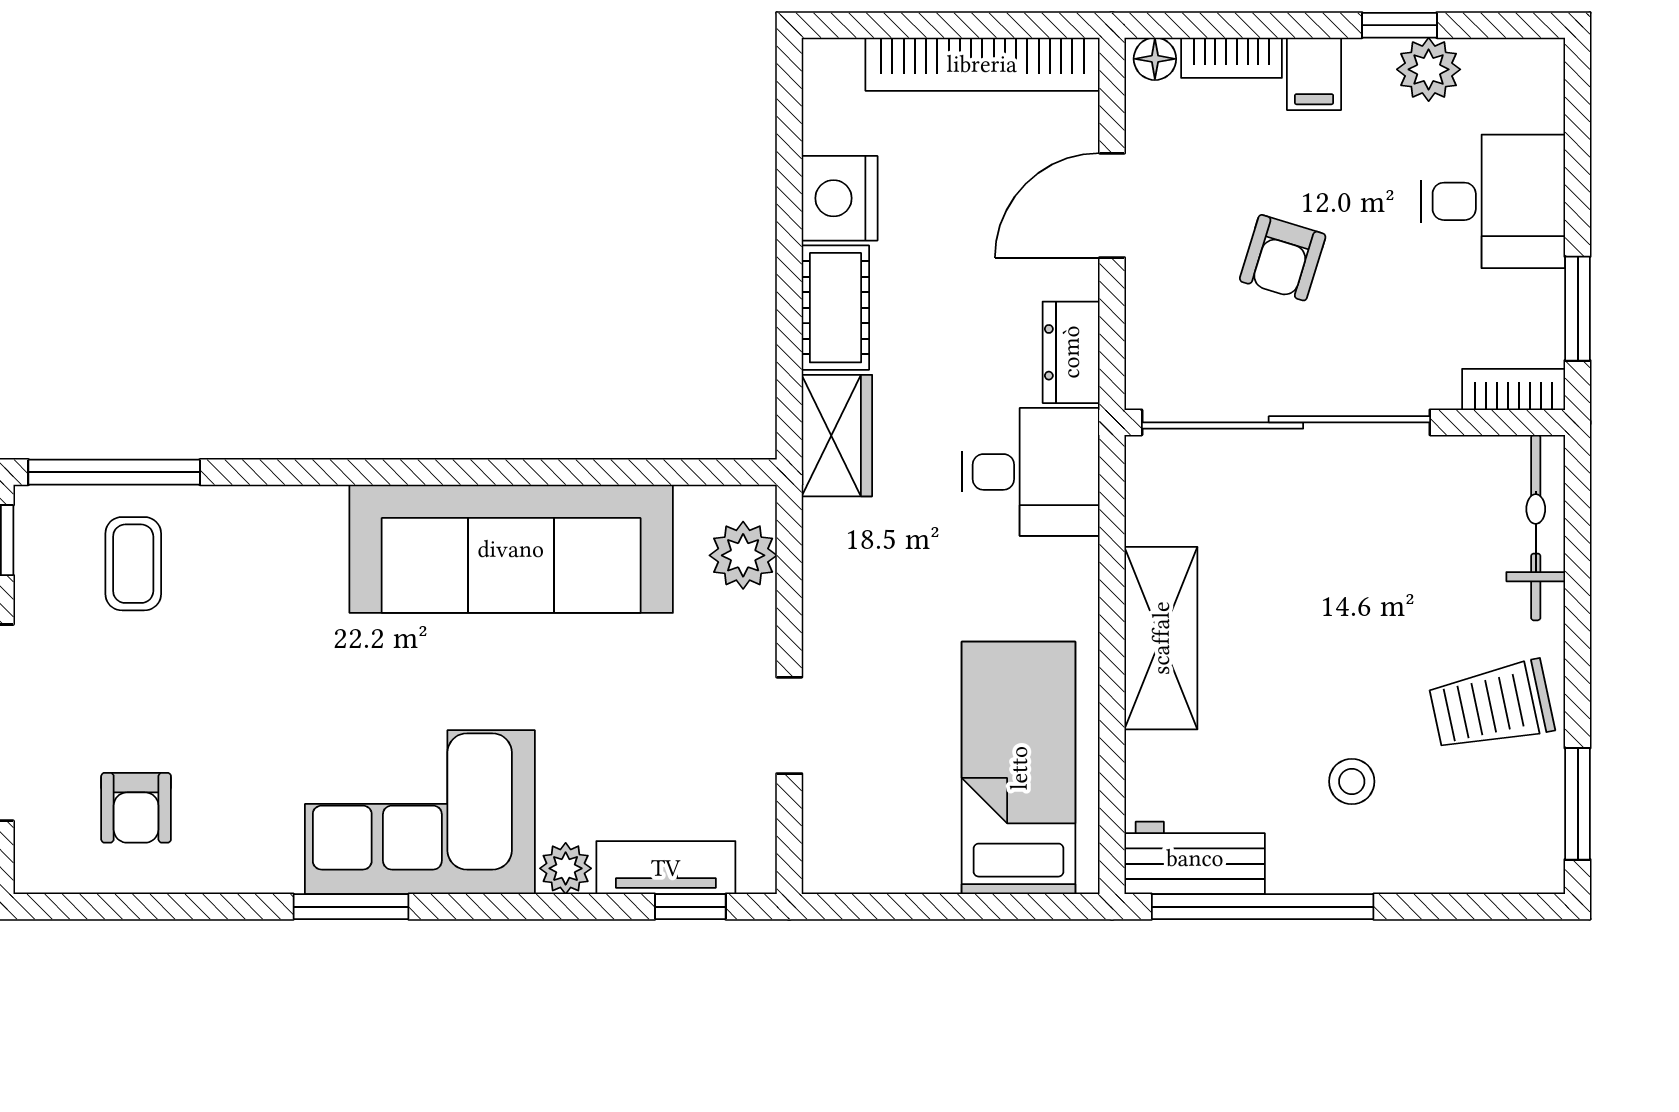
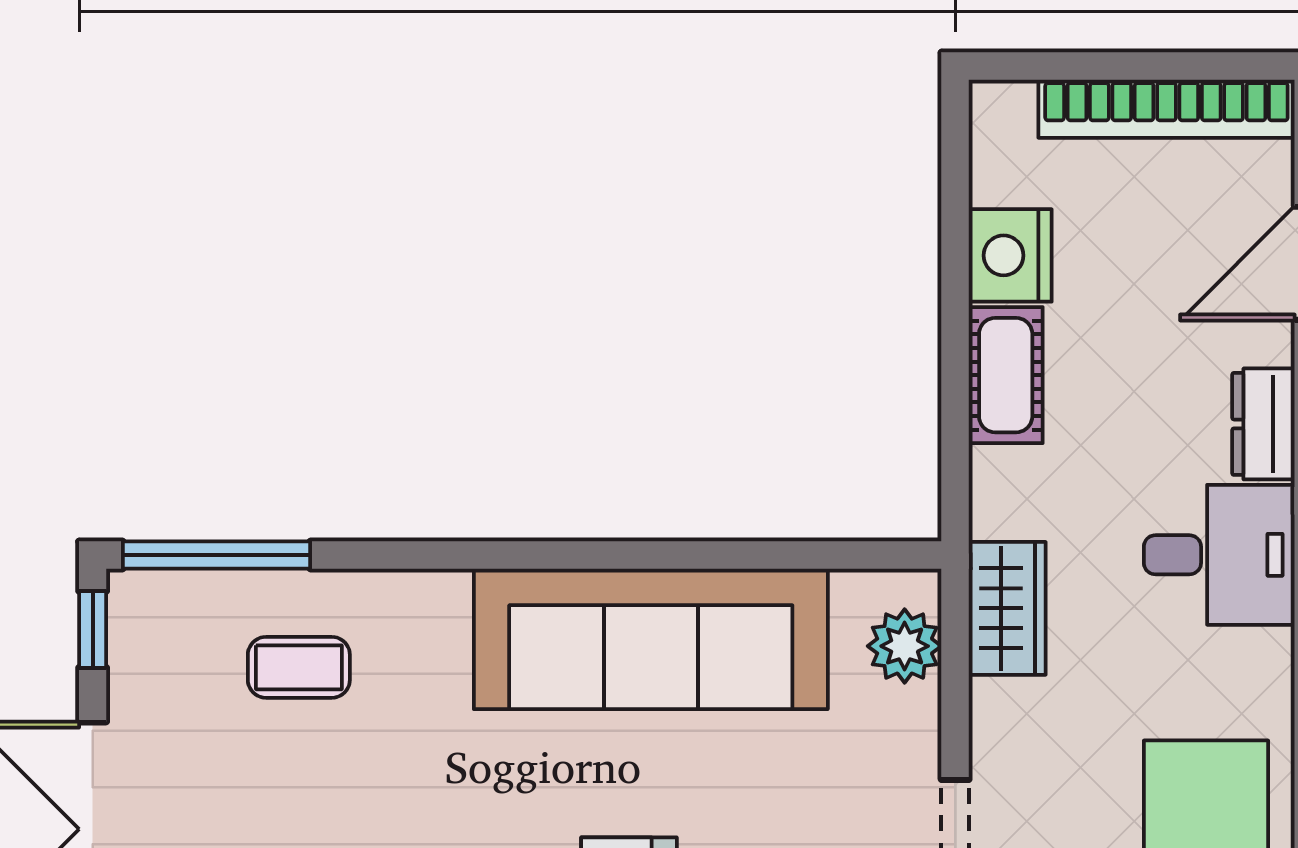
wardrobe: (837, 436) -> (1007, 608), moved
coffee table: (133, 564) -> (299, 667), moved, turned 90

